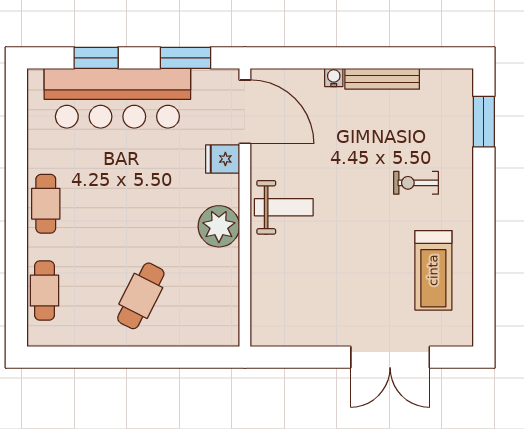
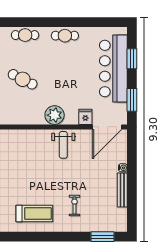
treadmill: (433, 270) -> (34, 214), turned 180

